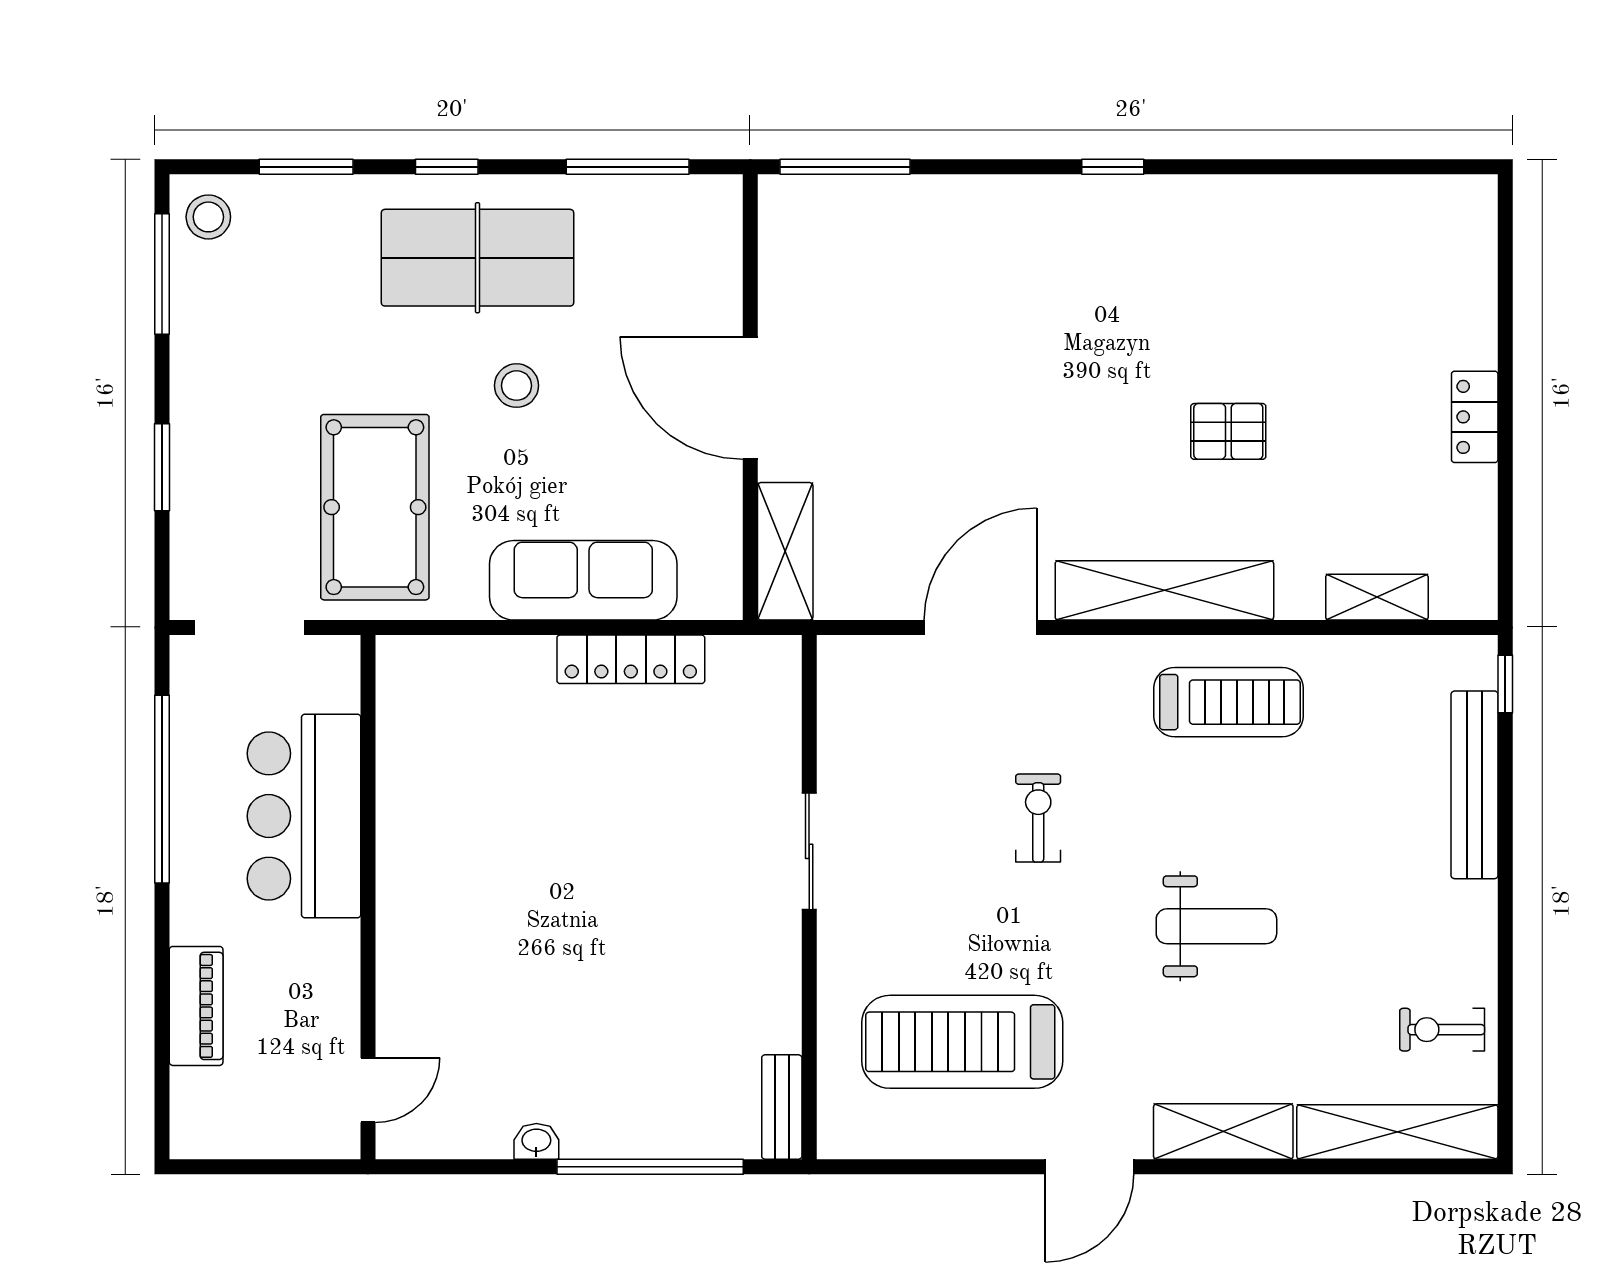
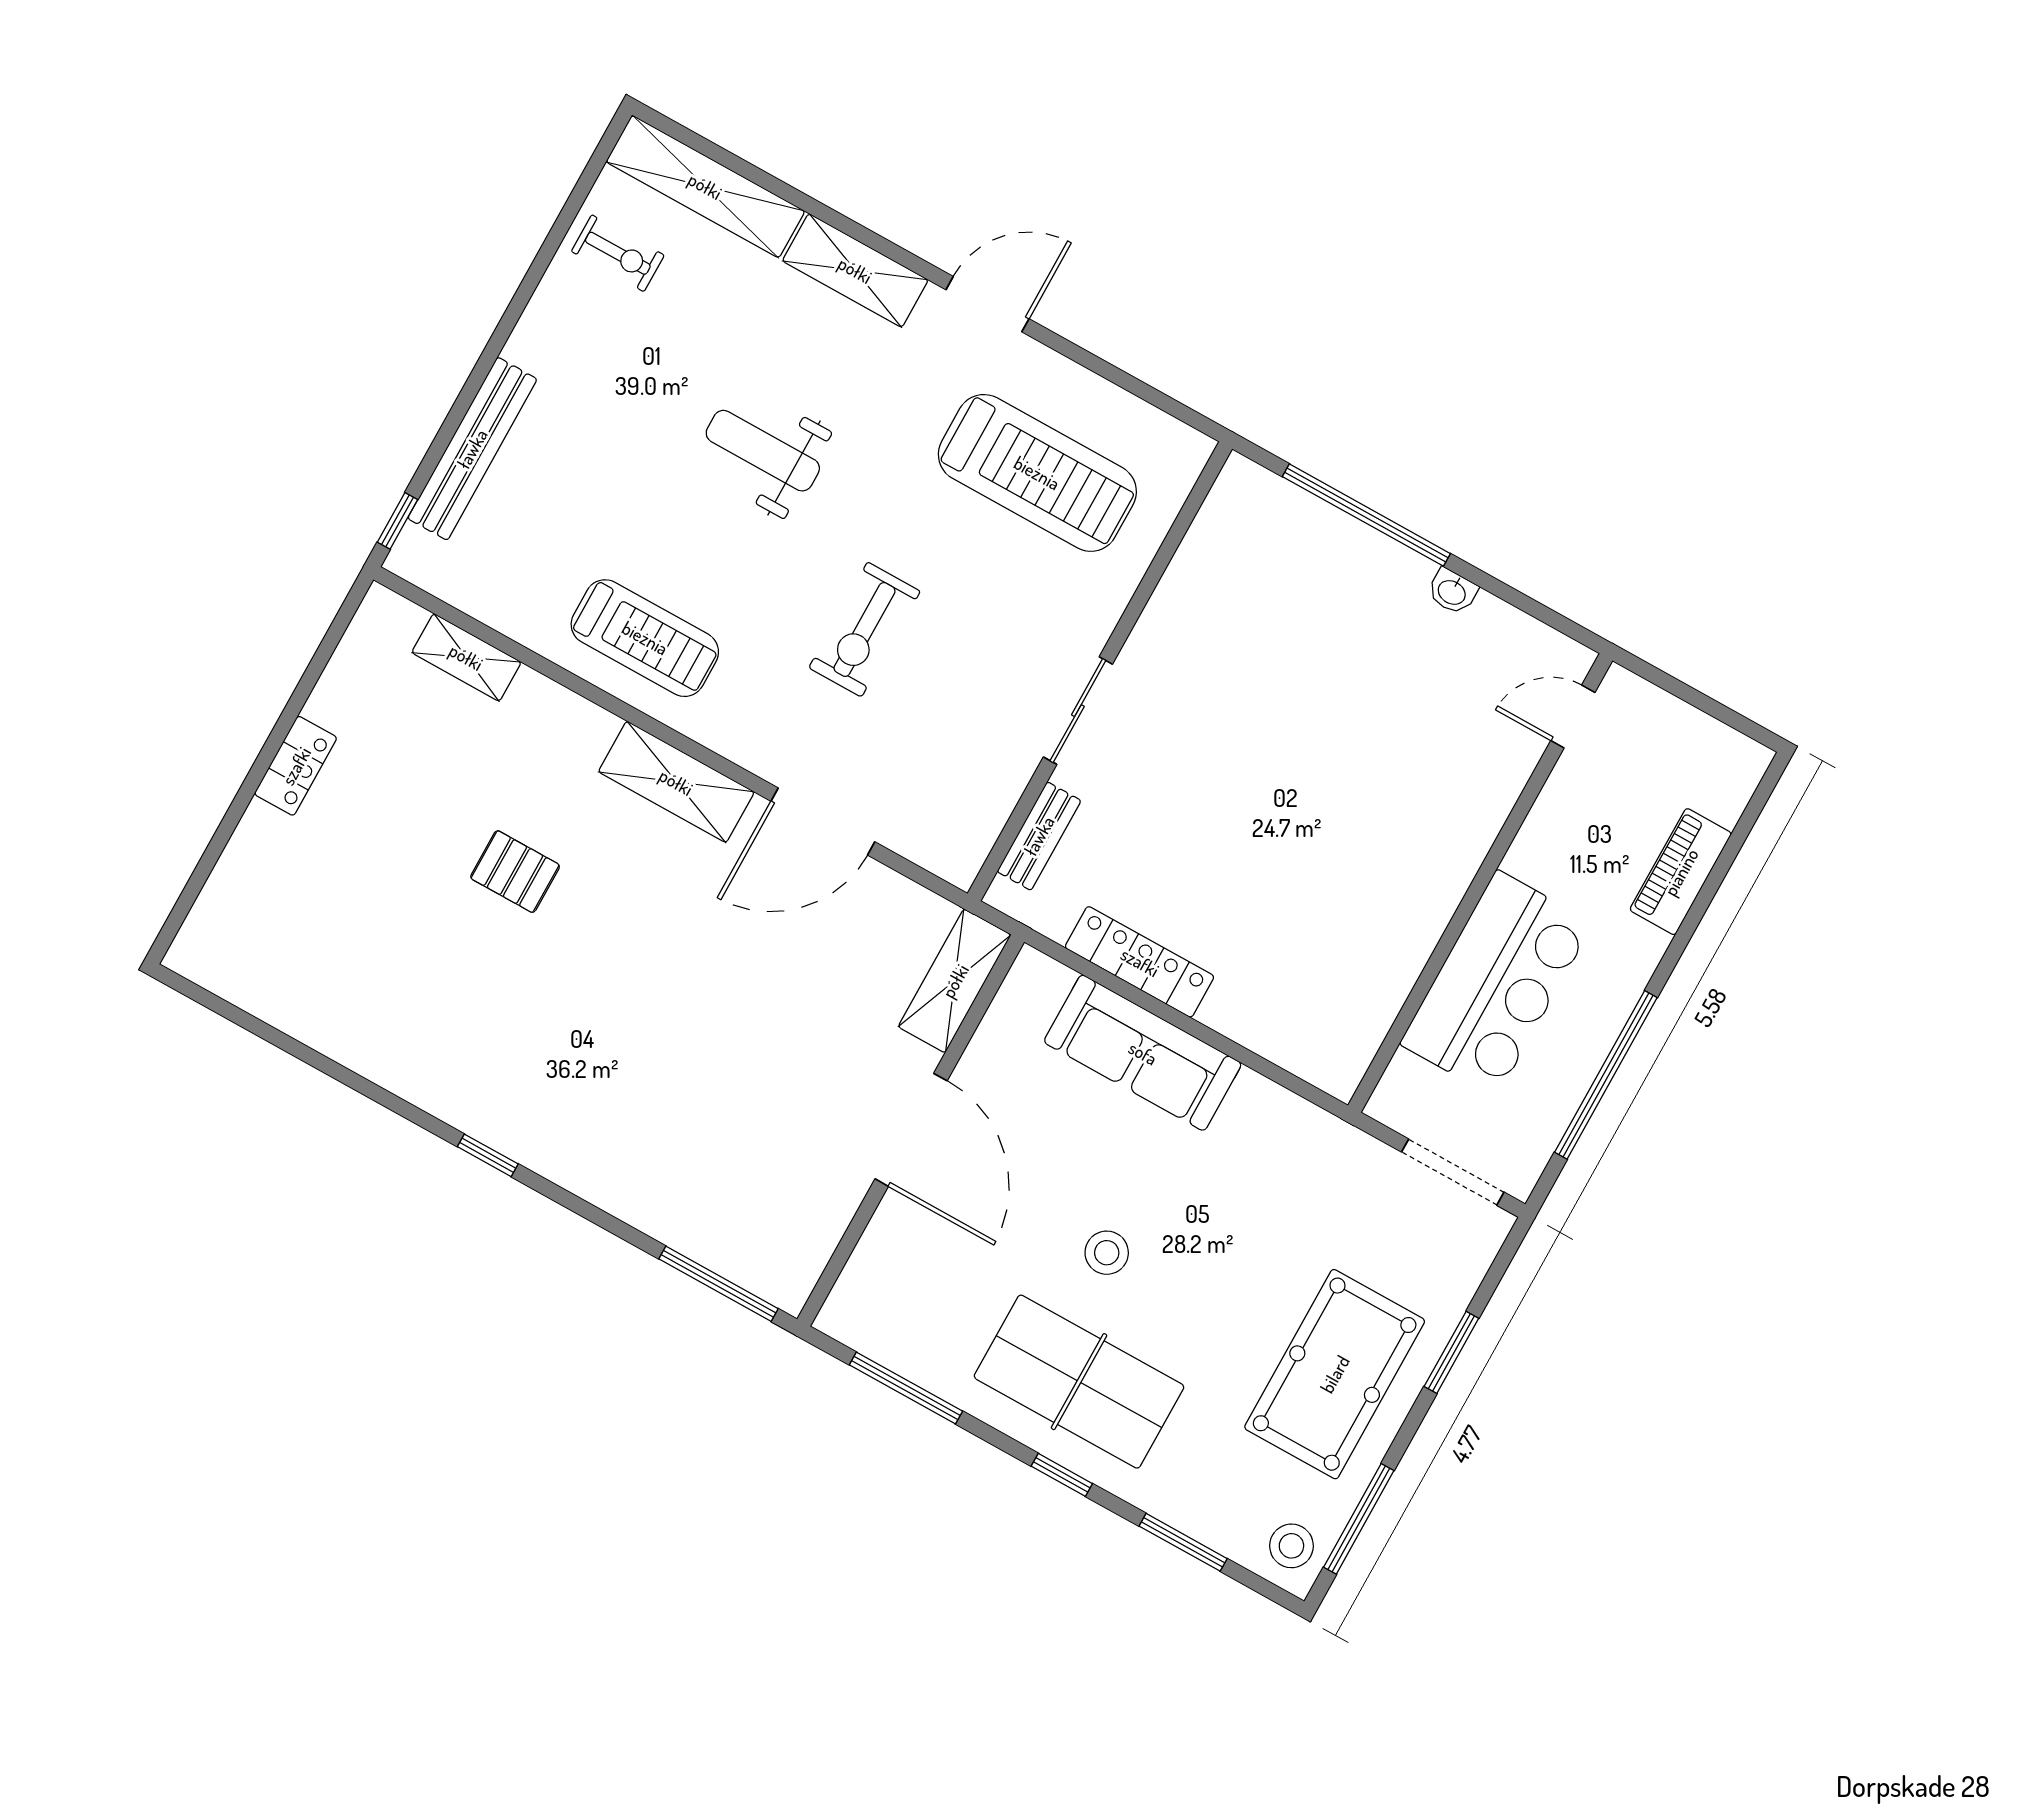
pool table: (375, 507) -> (1335, 1374), moved
shelving: (1164, 590) -> (676, 782), width x0.68
treadmill: (1228, 702) -> (645, 638), turned 180
exercise bike: (1038, 818) -> (865, 629), width x1.38, depth x1.39
bench: (782, 1107) -> (1039, 836), moved

